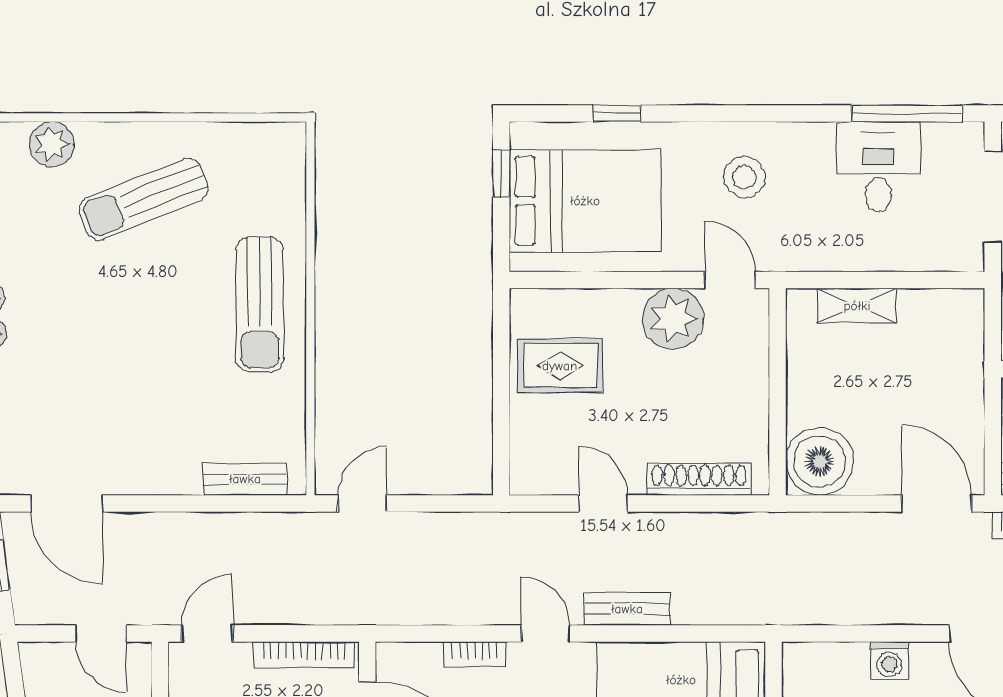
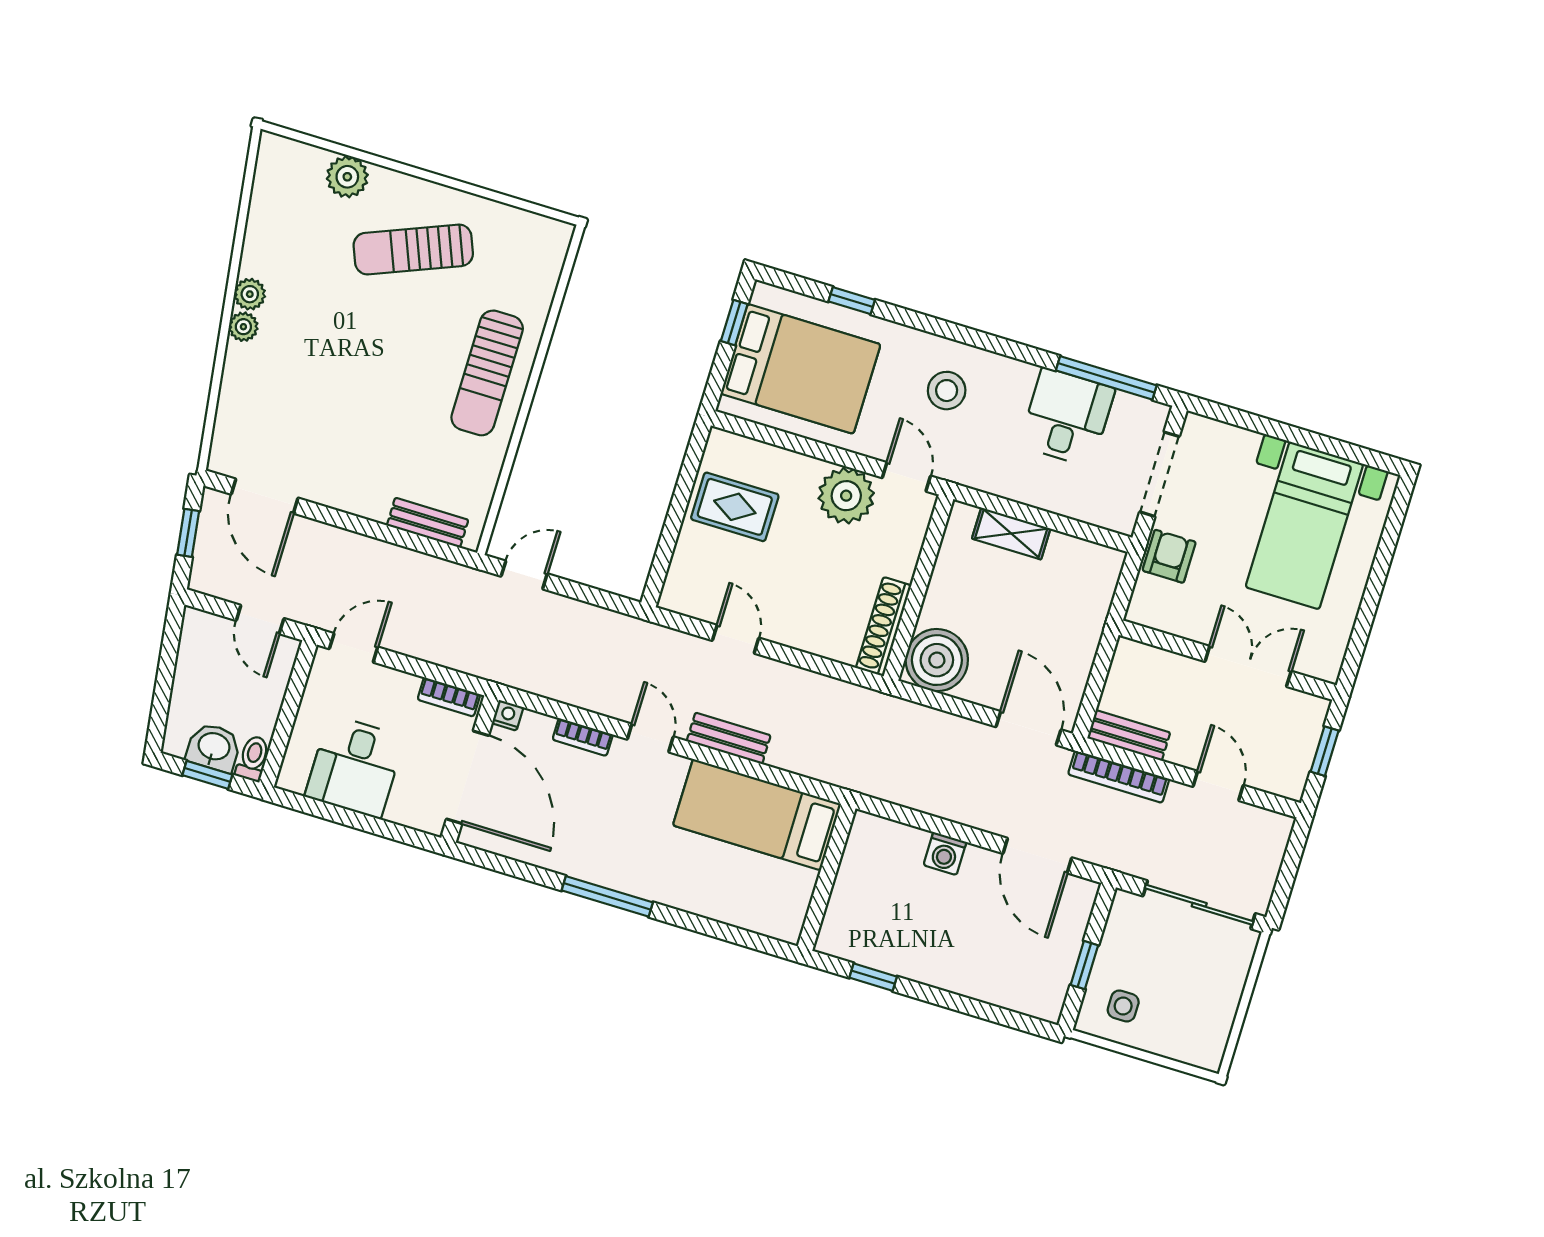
shoe rack: (699, 479) -> (884, 627), moved, turned -90
bookcase: (304, 654) -> (449, 697), width x0.64
nightstand: (390, 655) -> (508, 715), added

